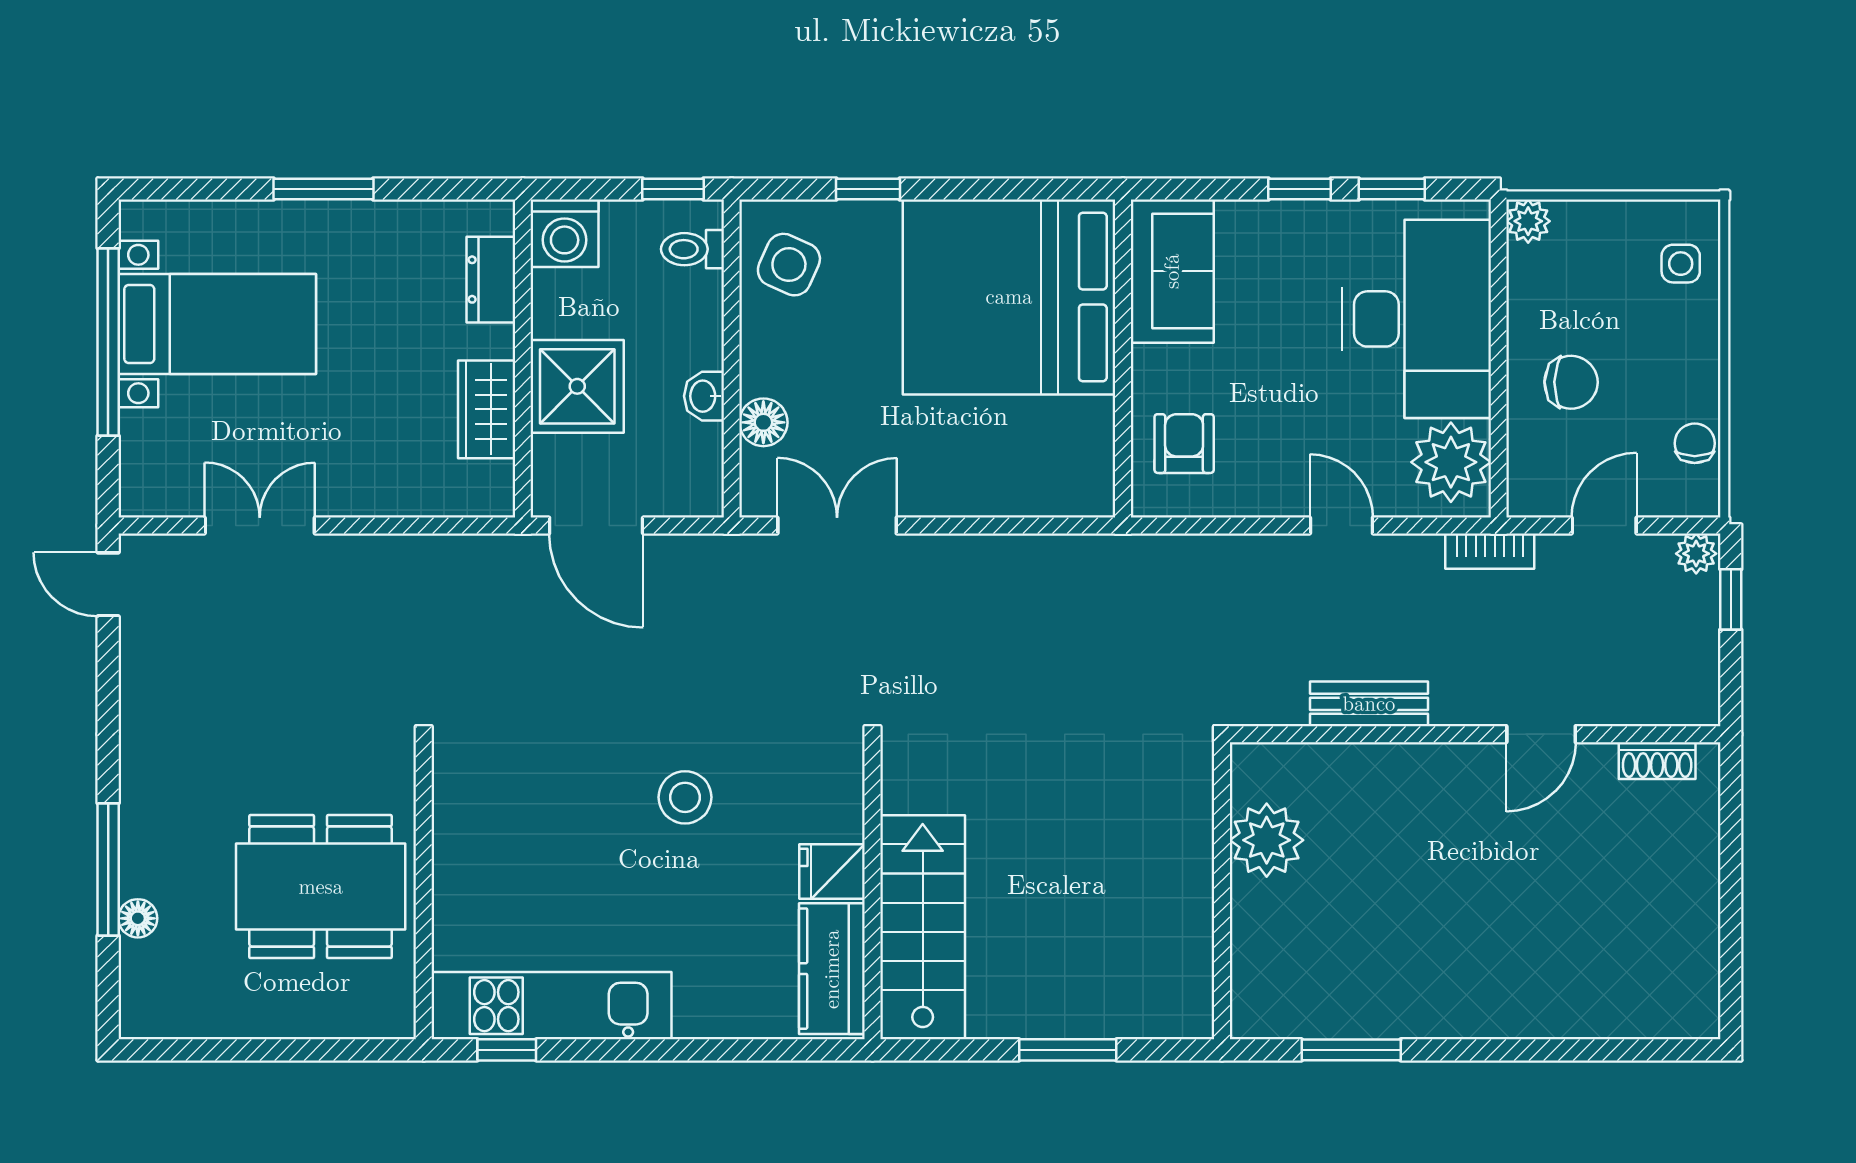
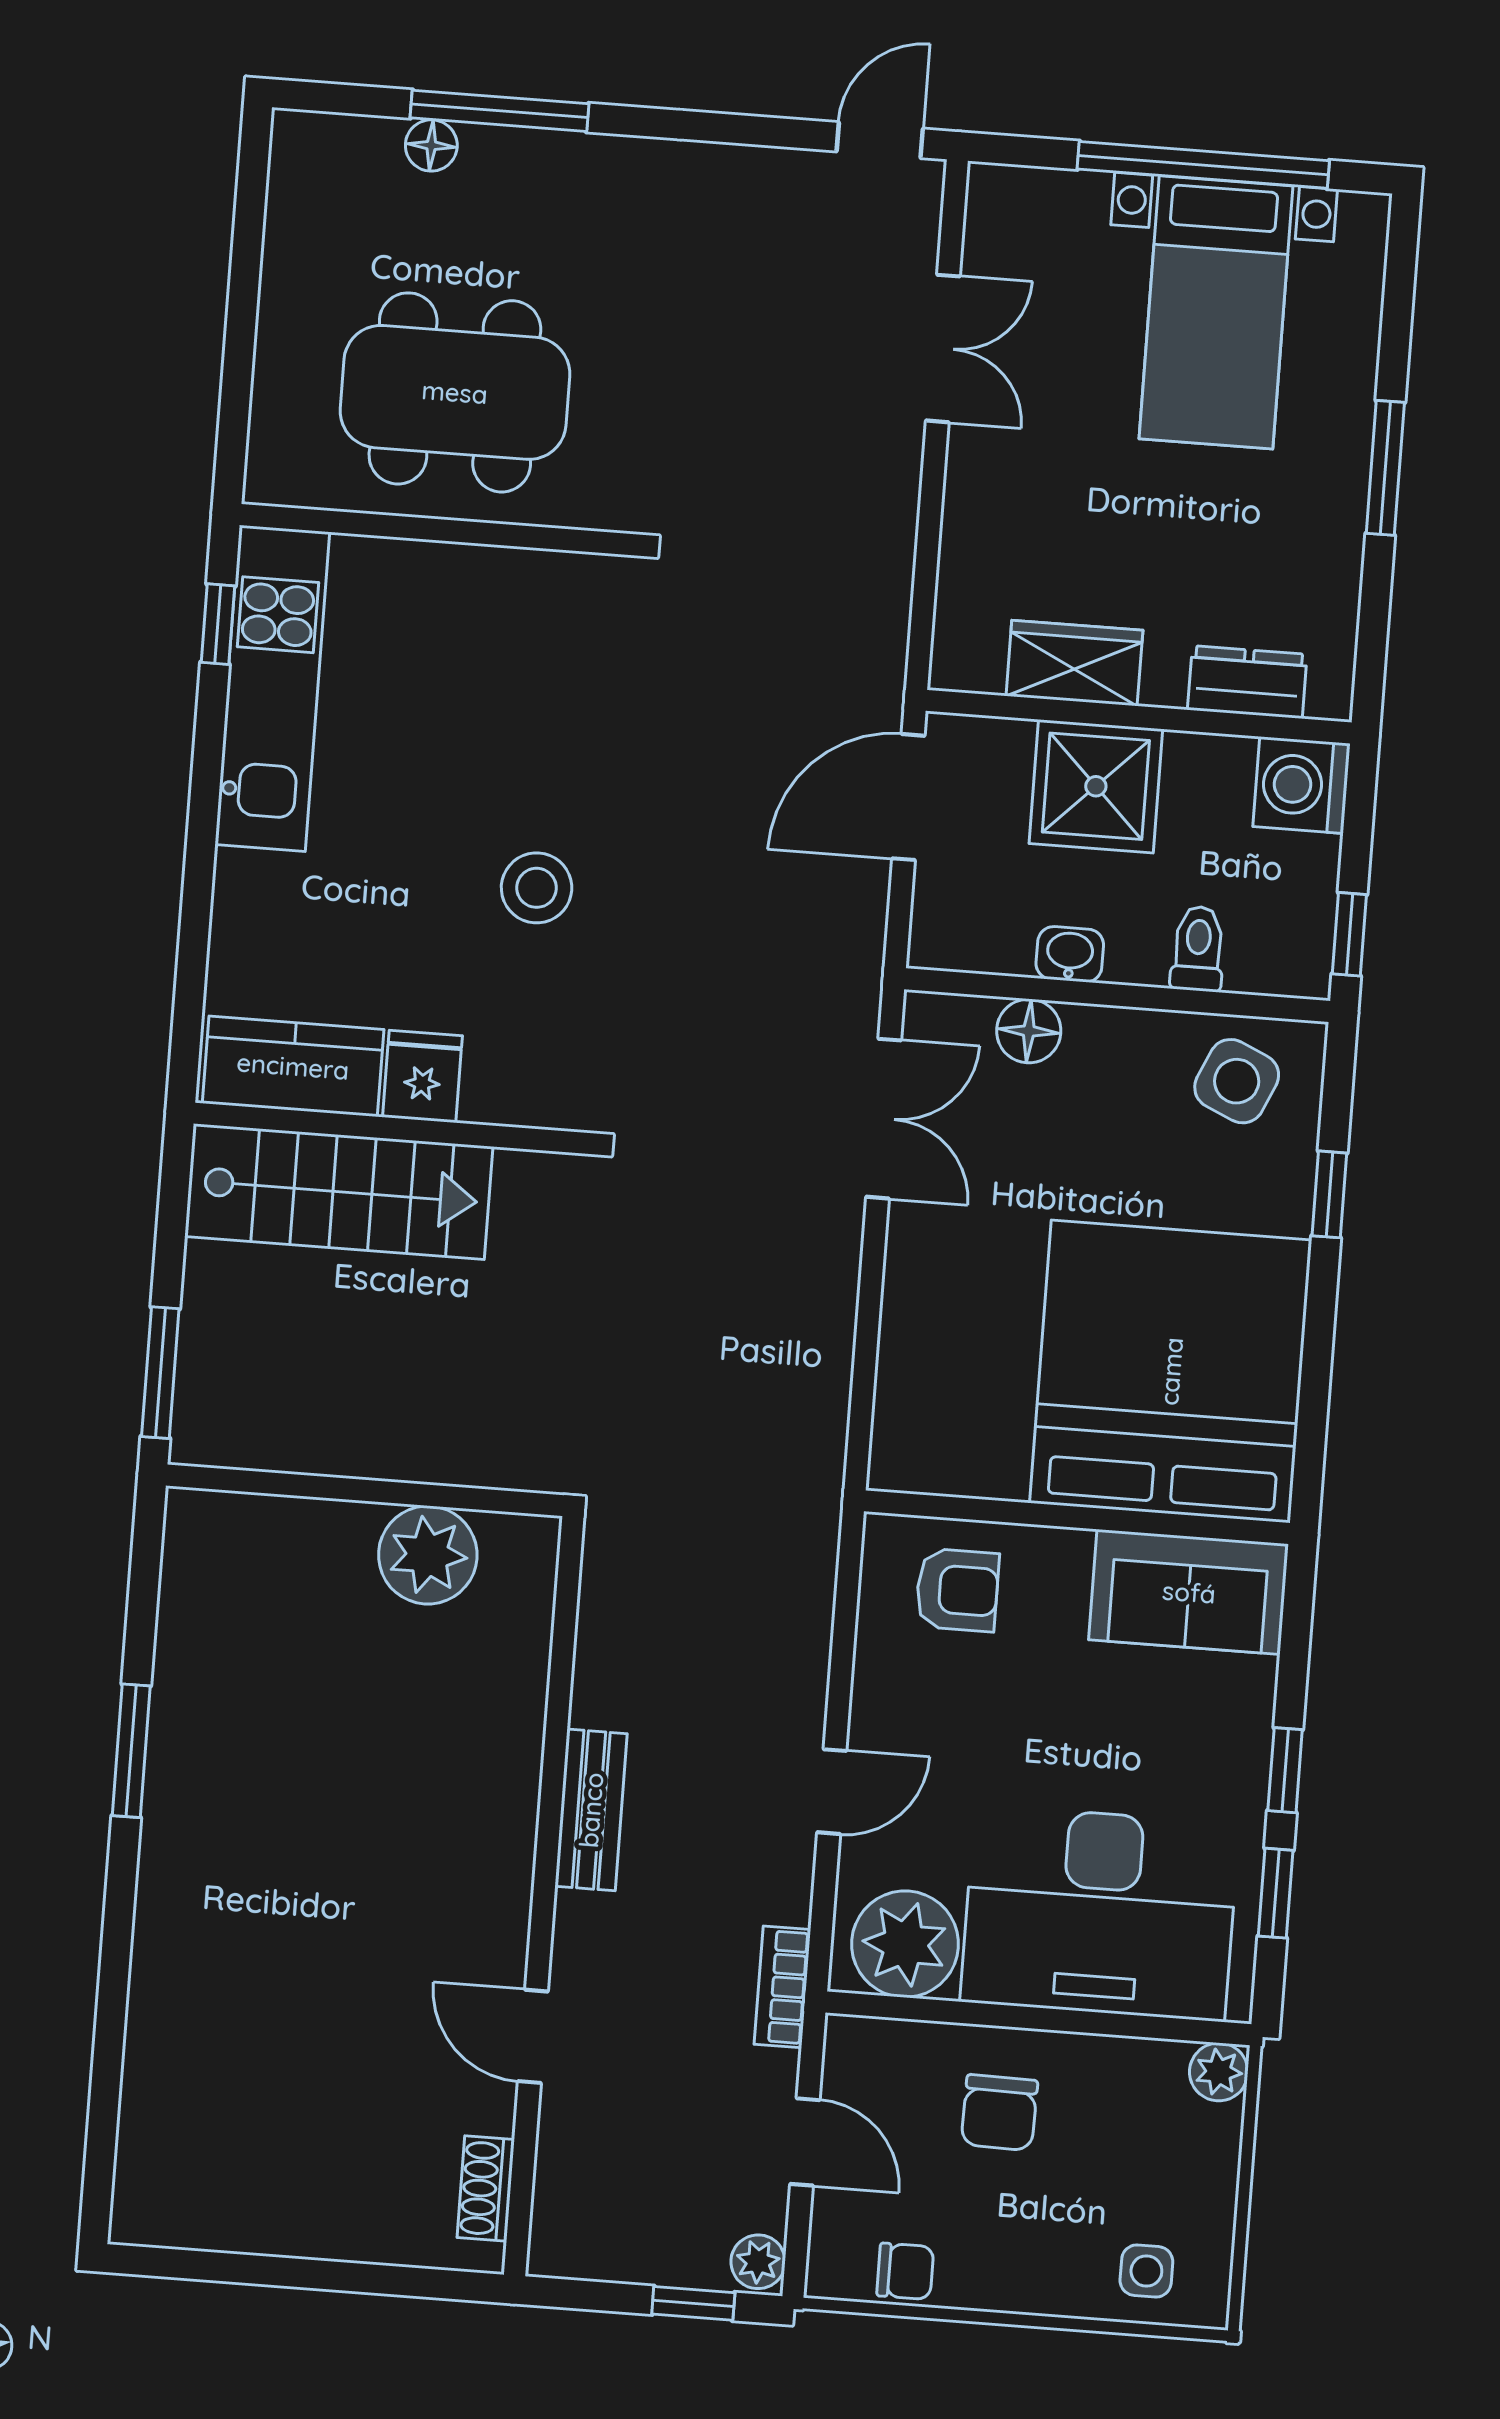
toilet: (692, 249) -> (1198, 949), moved
plant: (1267, 840) -> (428, 1555), moved
dining table: (321, 887) -> (455, 392), turned 90
wall: (1222, 891) -> (365, 1490), moved

